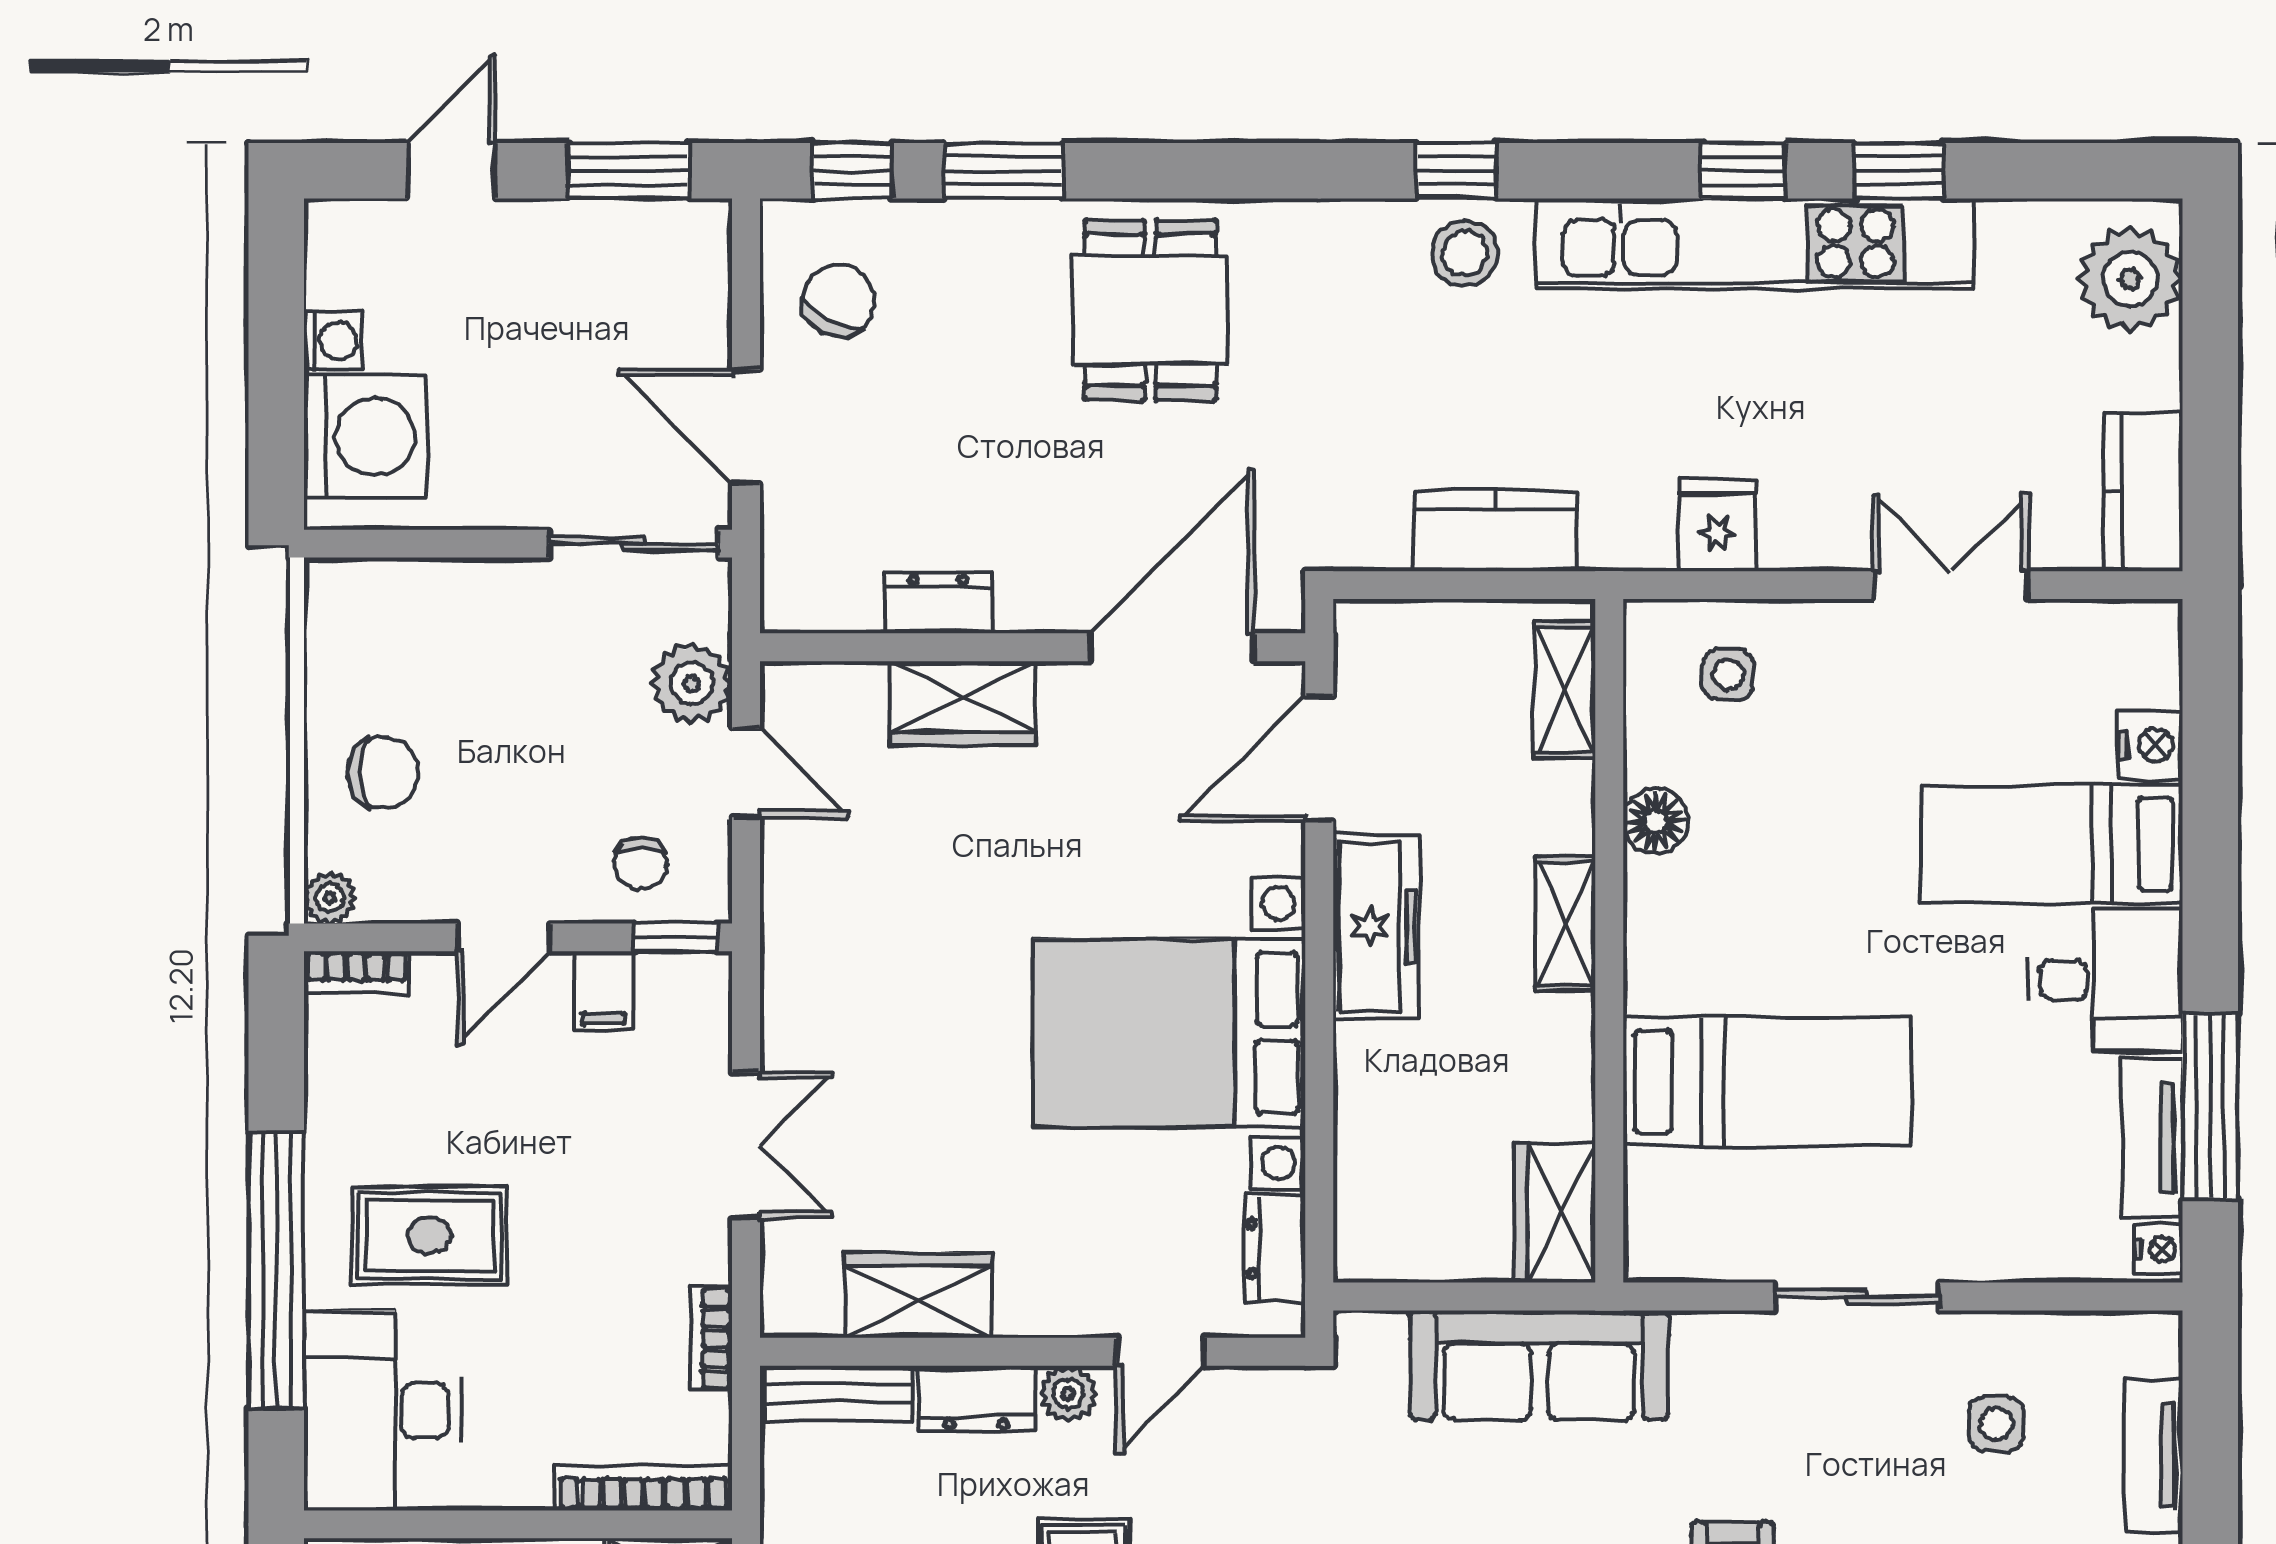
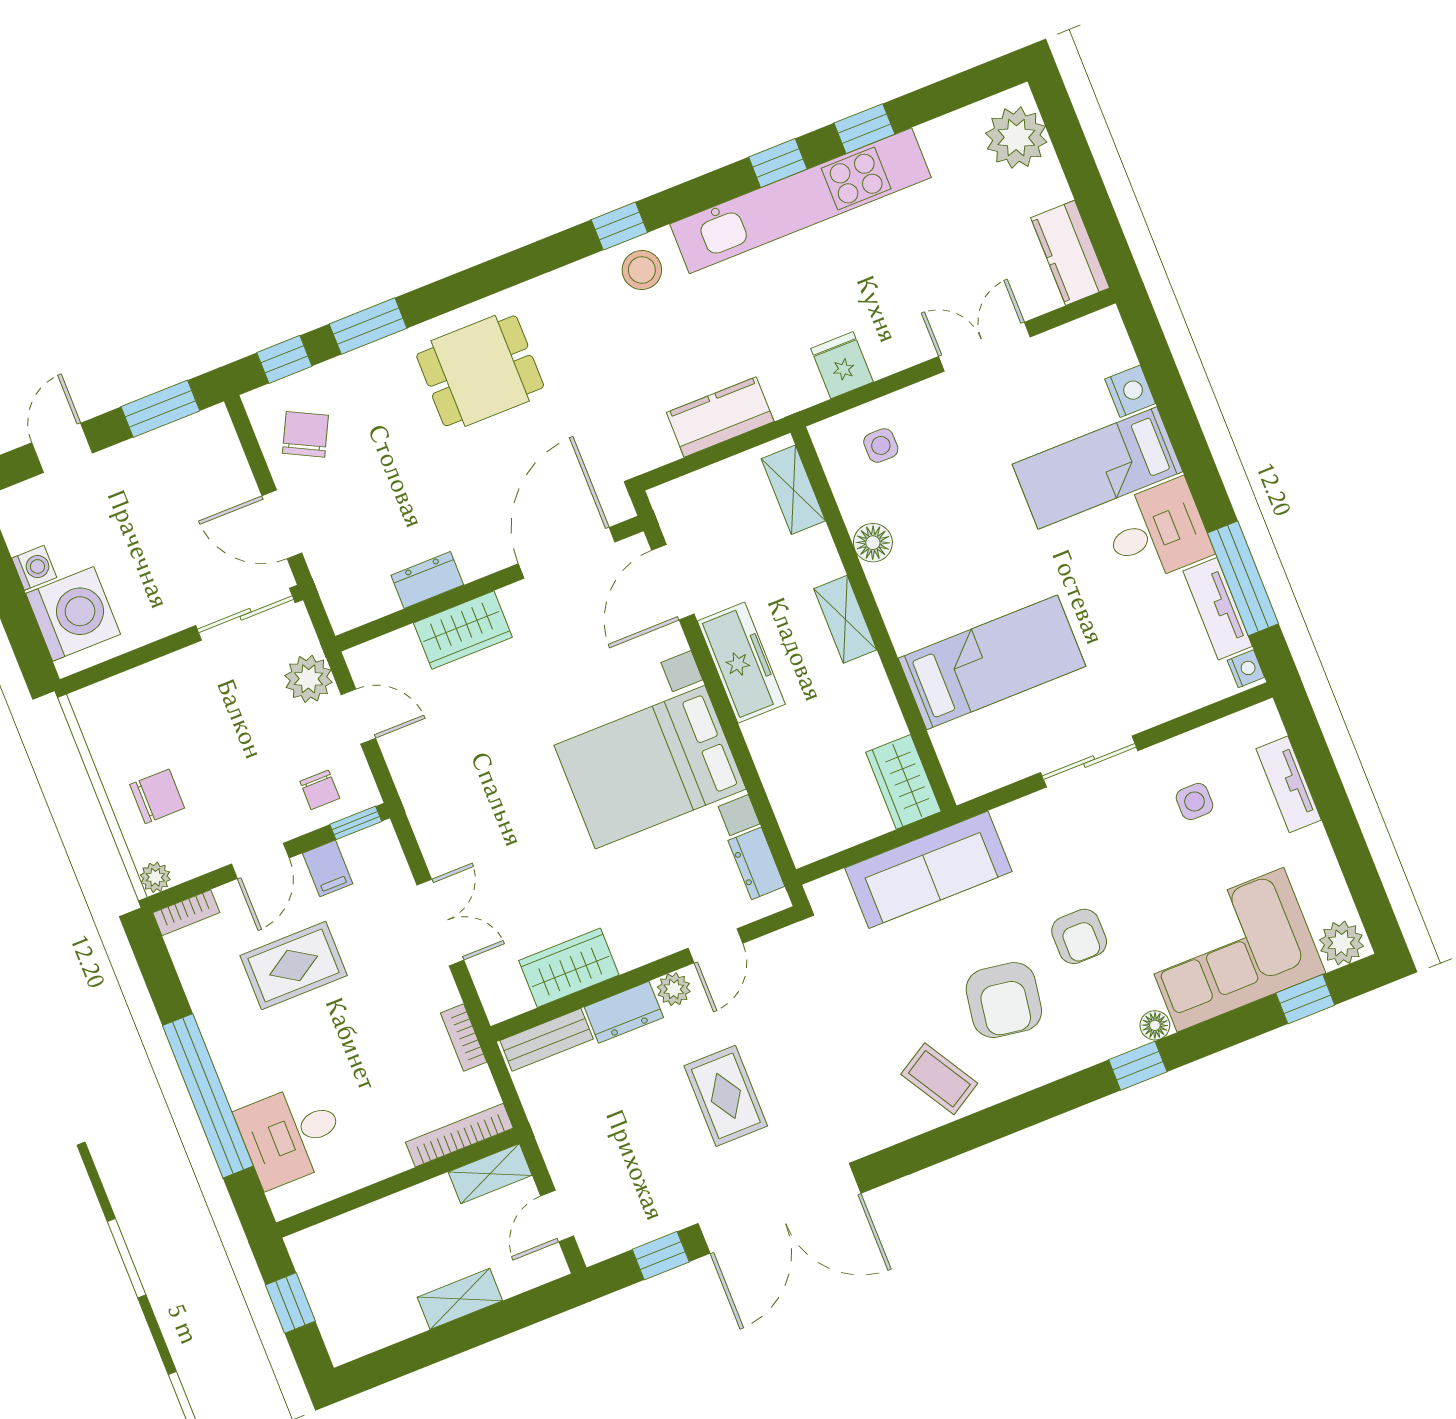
dining table: (1150, 310) -> (480, 371), turned 90
rug: (429, 1236) -> (294, 966), moved
desk: (382, 1410) -> (291, 1135), width x0.73

